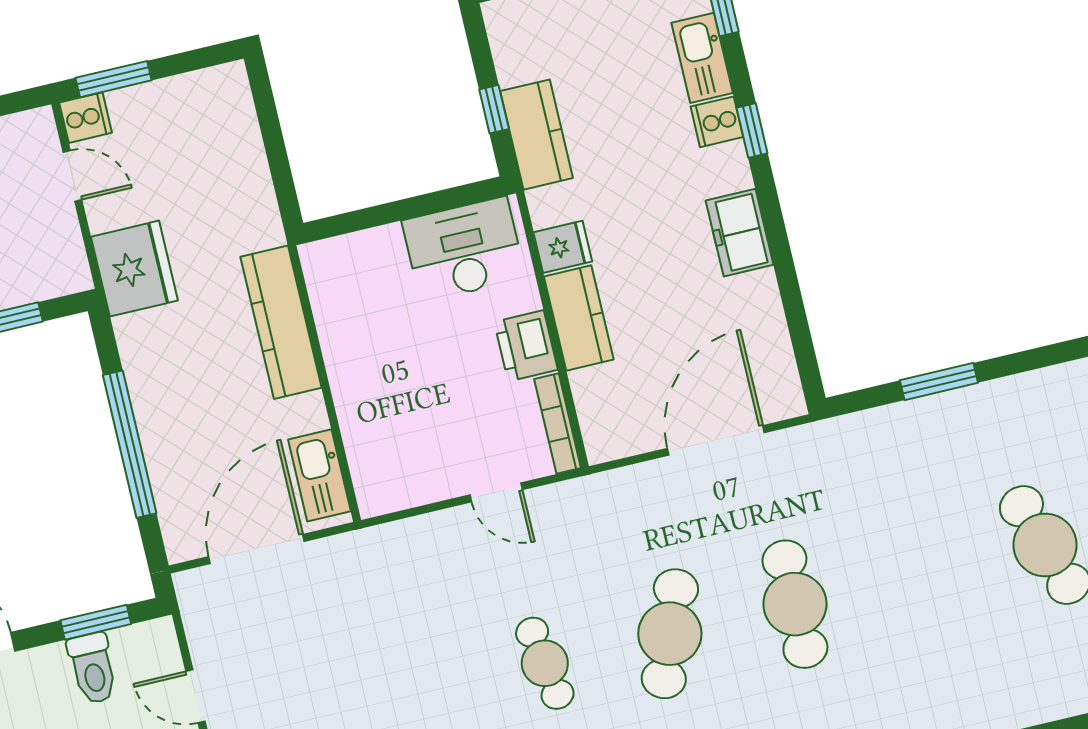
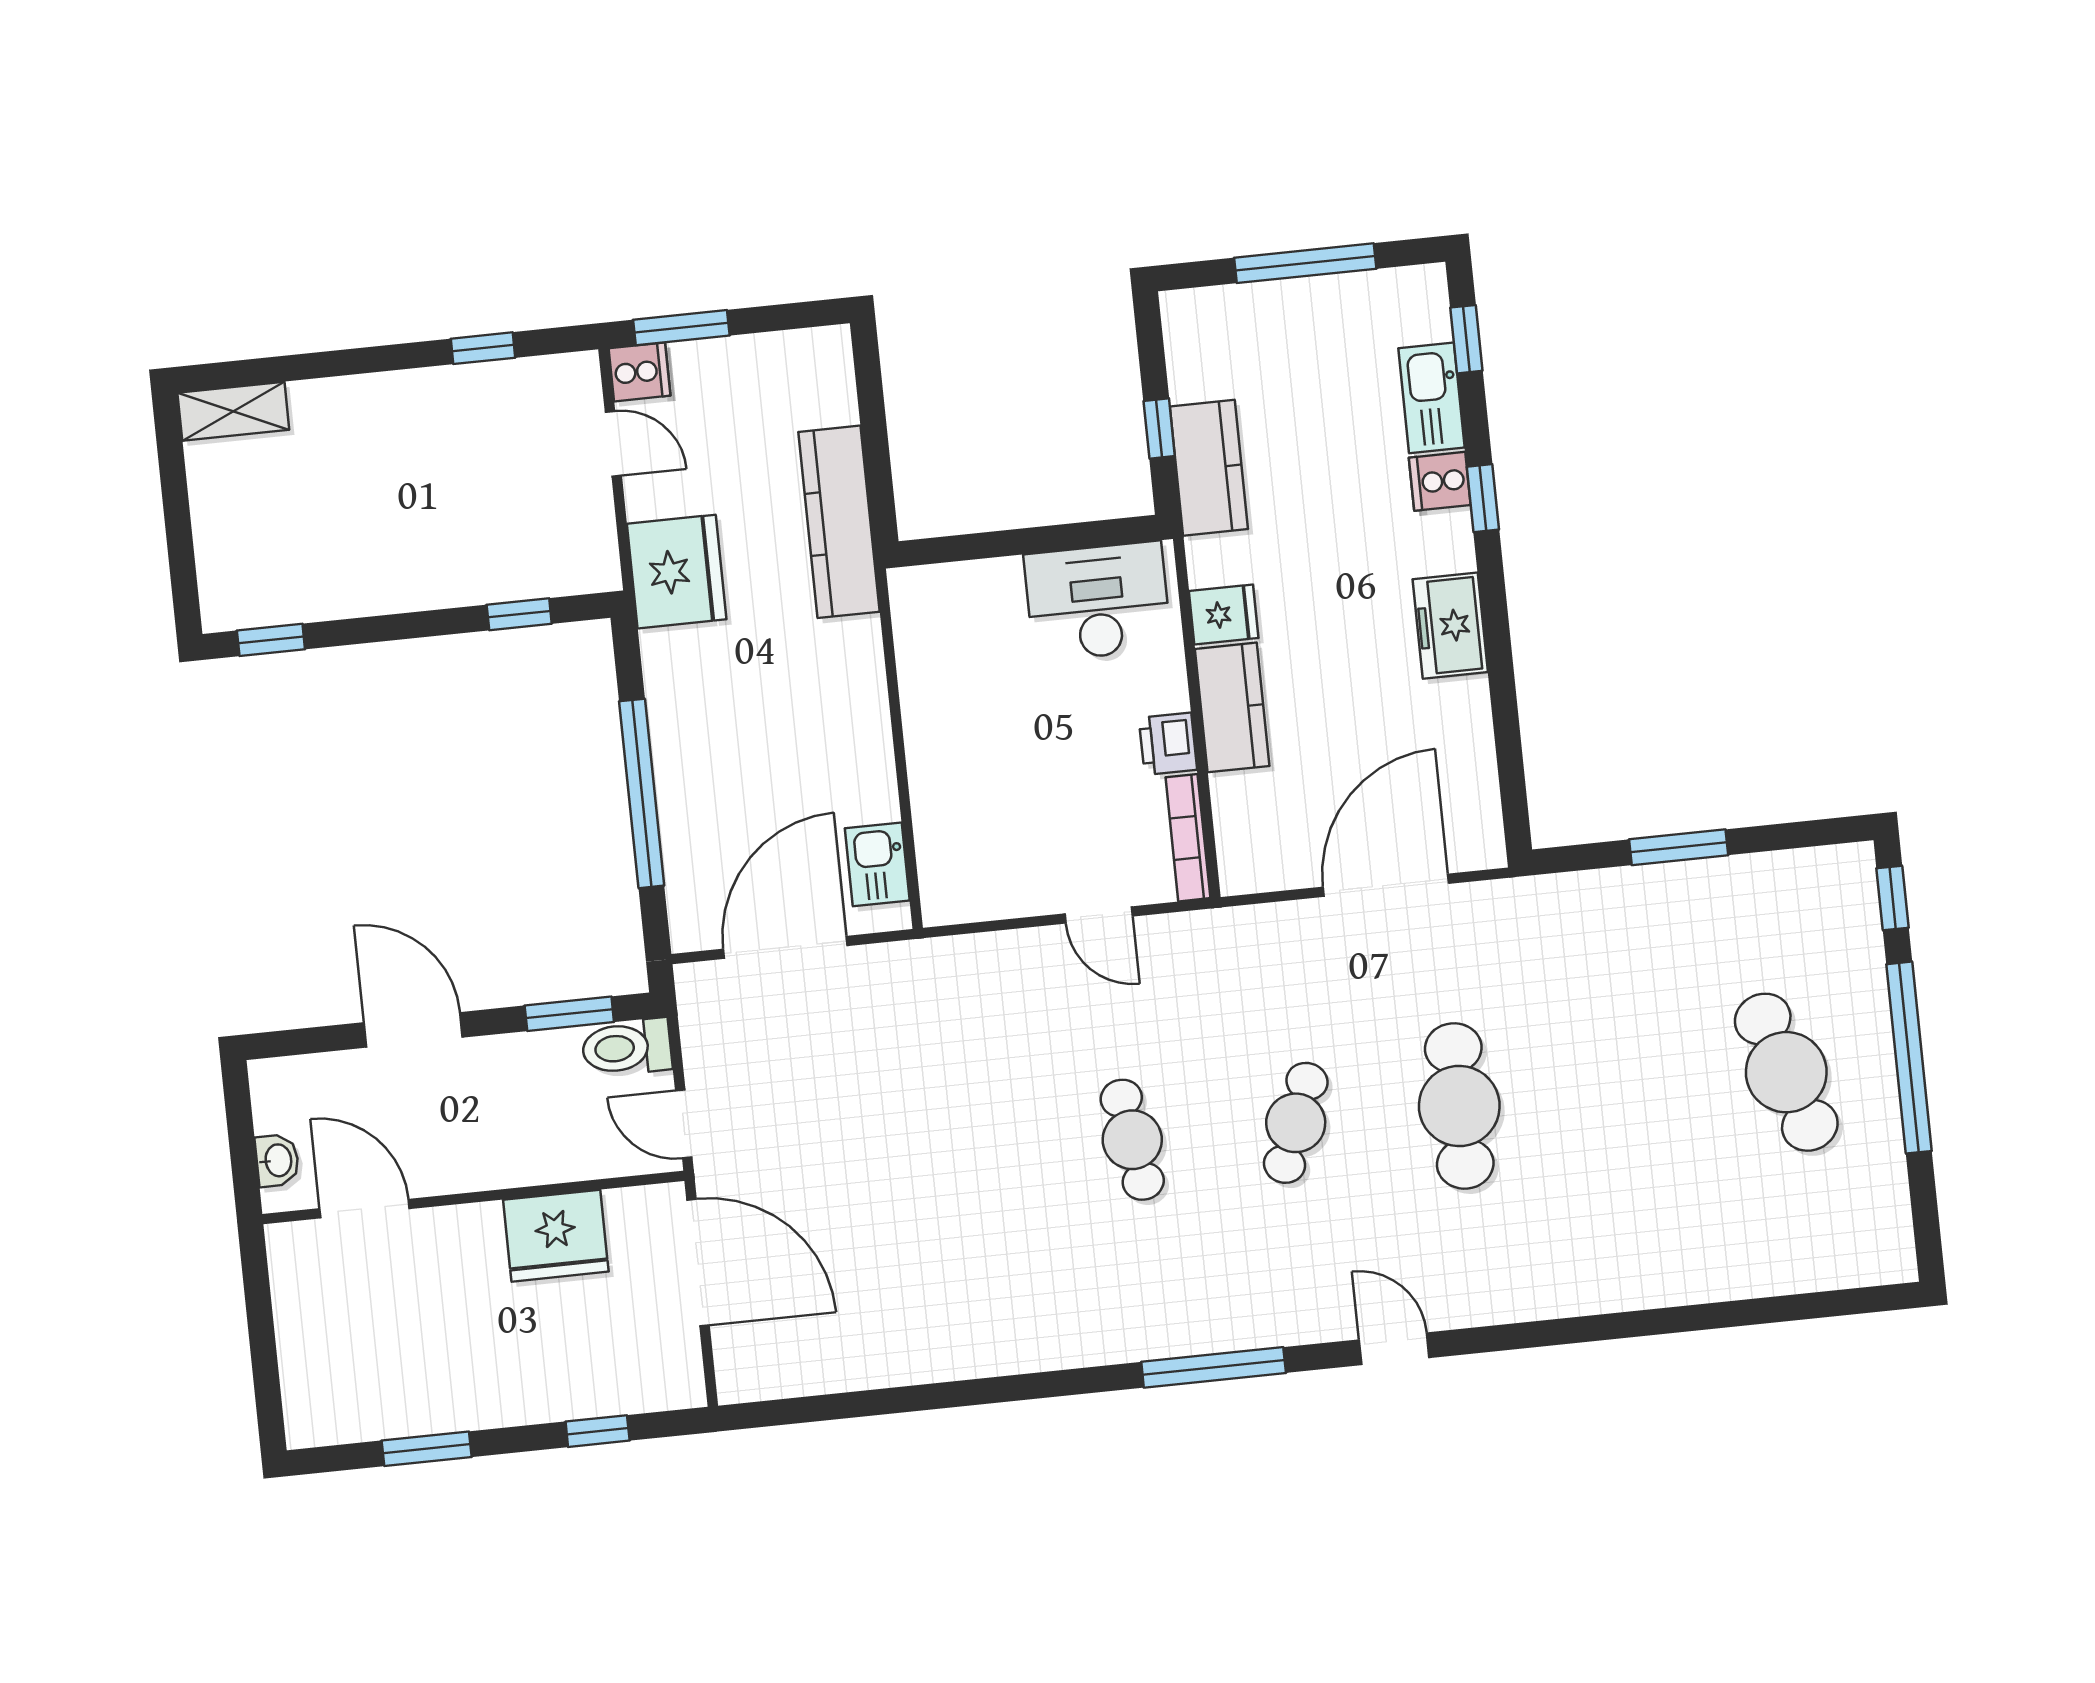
kitchen counter: (281, 322) -> (839, 522), moved
printer: (526, 346) -> (1168, 744), width x0.73, depth x0.81
kitchen sink: (319, 475) -> (877, 864), width x0.73
cafe table: (670, 634) -> (1296, 1123), width x0.73, depth x0.74
toilet: (93, 668) -> (627, 1047), moved, turned 90

